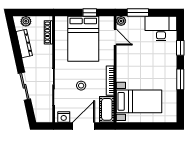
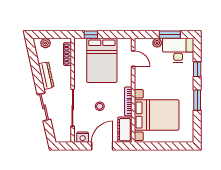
window: (90, 13) -> (91, 35), moved
window: (138, 13) -> (170, 35), moved
plant: (121, 21) -> (157, 43), moved
dresser: (24, 44) -> (46, 76), moved
bed with nightstands: (139, 101) -> (157, 115), width x1.36

